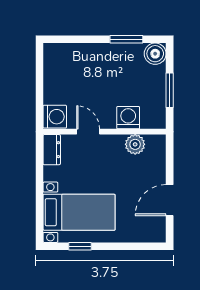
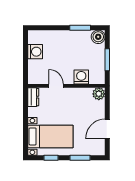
washing machine: (55, 117) -> (35, 52), moved
plant: (135, 144) -> (99, 94), moved
window: (126, 246) -> (80, 158), added

